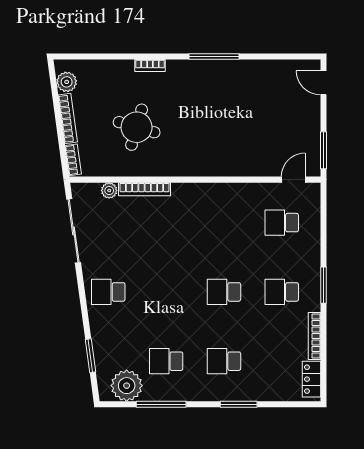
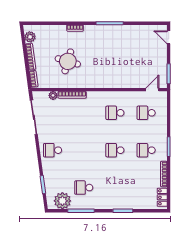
school desk: (224, 361) -> (115, 113), moved

